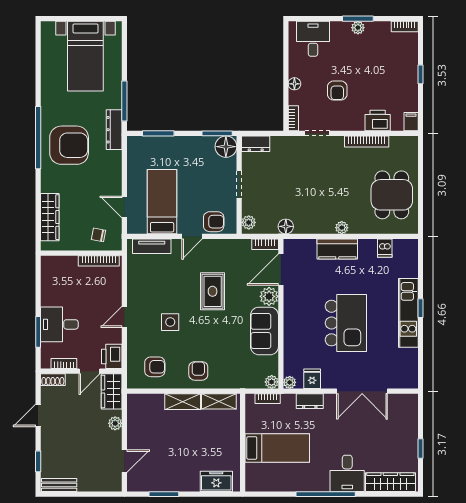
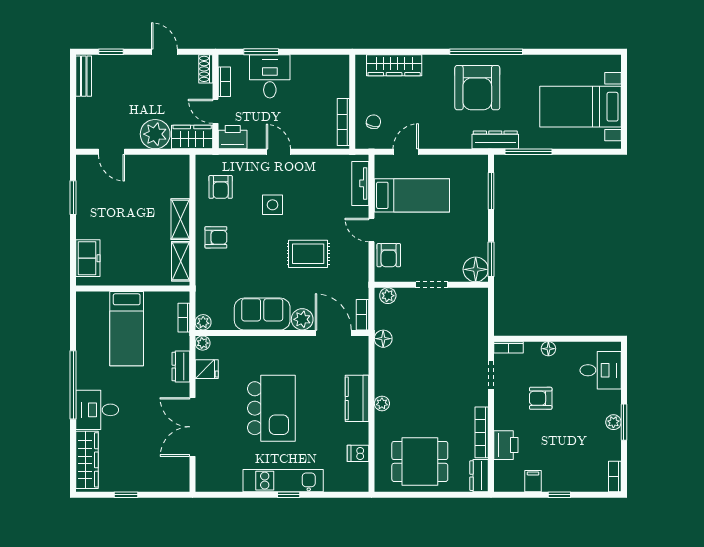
filing cabinet: (411, 122) -> (533, 481), moved, turned -90
dresser: (256, 144) -> (479, 476), moved
kitchen island: (346, 323) -> (271, 408), turned -90
plant: (115, 423) -> (155, 134), width x1.87, depth x1.87

